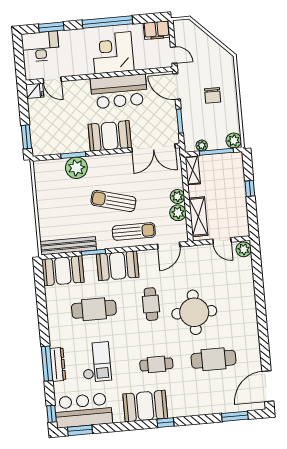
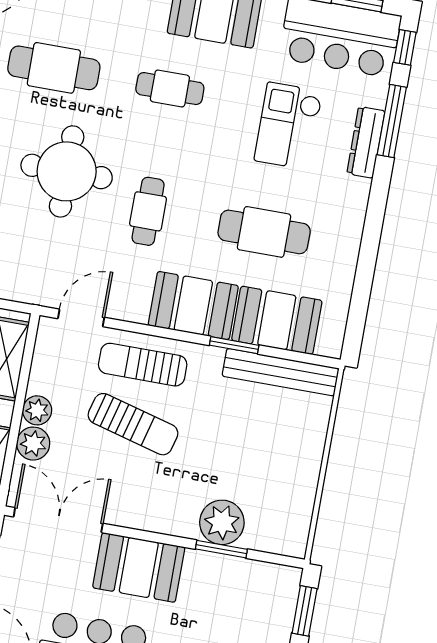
sun lounger: (113, 201) -> (133, 424), moved
plant: (178, 213) -> (33, 444), moved
booth: (63, 271) -> (277, 320), moved
window: (47, 364) -> (392, 121), moved

